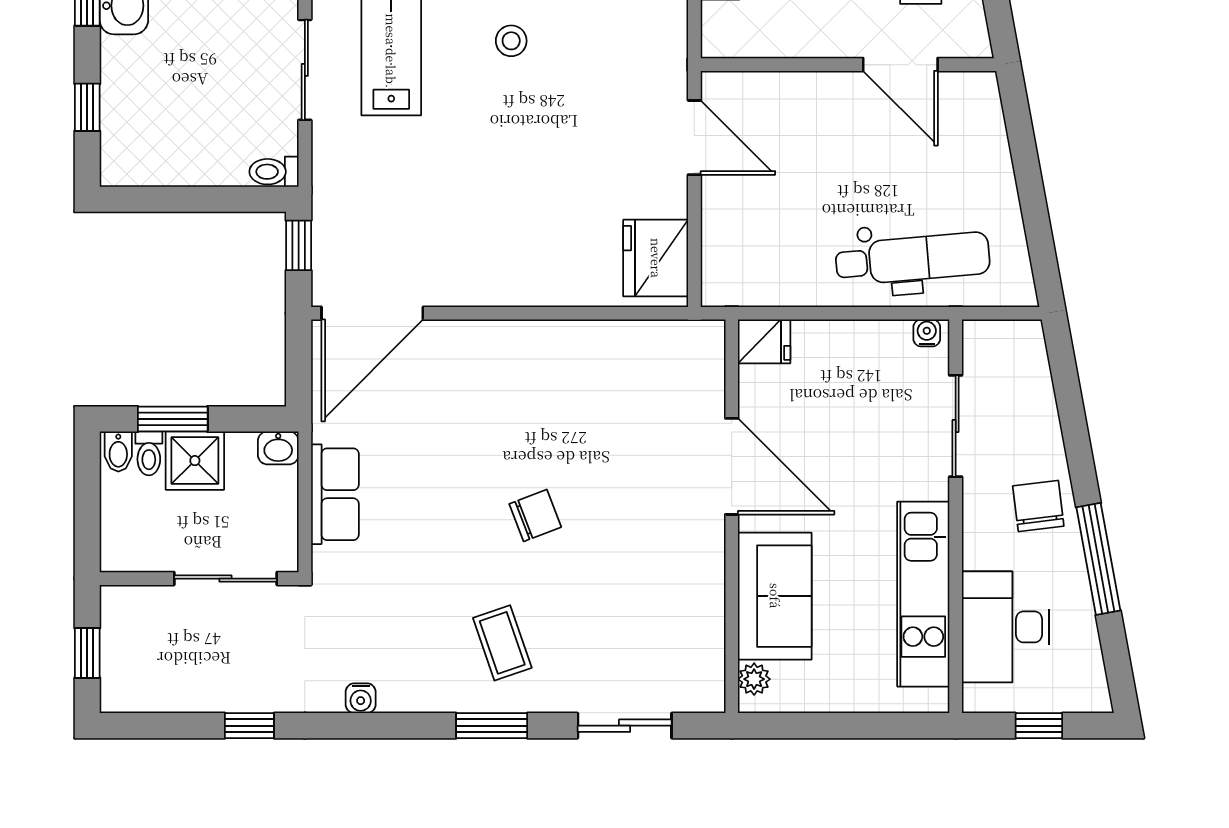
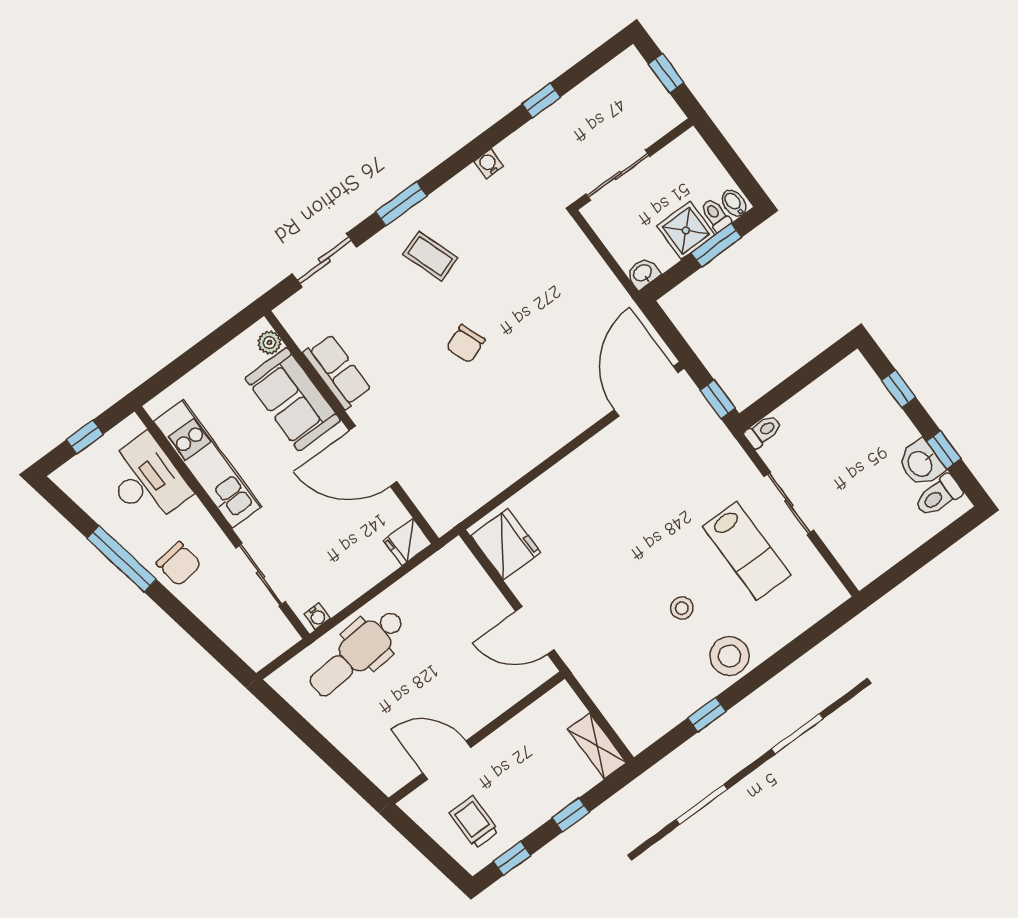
row of seats: (335, 494) -> (337, 372), moved, turned 180

